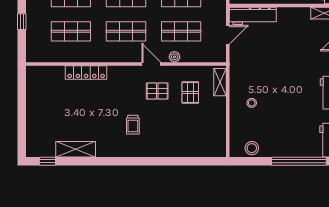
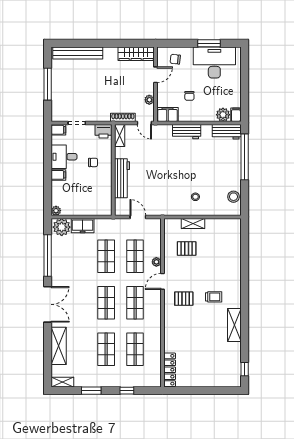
workbench: (253, 16) -> (122, 178), moved
locker: (86, 72) -> (170, 370), moved
shelving: (220, 82) -> (193, 224), moved
pallet: (157, 91) -> (184, 299), moved, turned 90
shelving: (76, 149) -> (234, 325), moved

